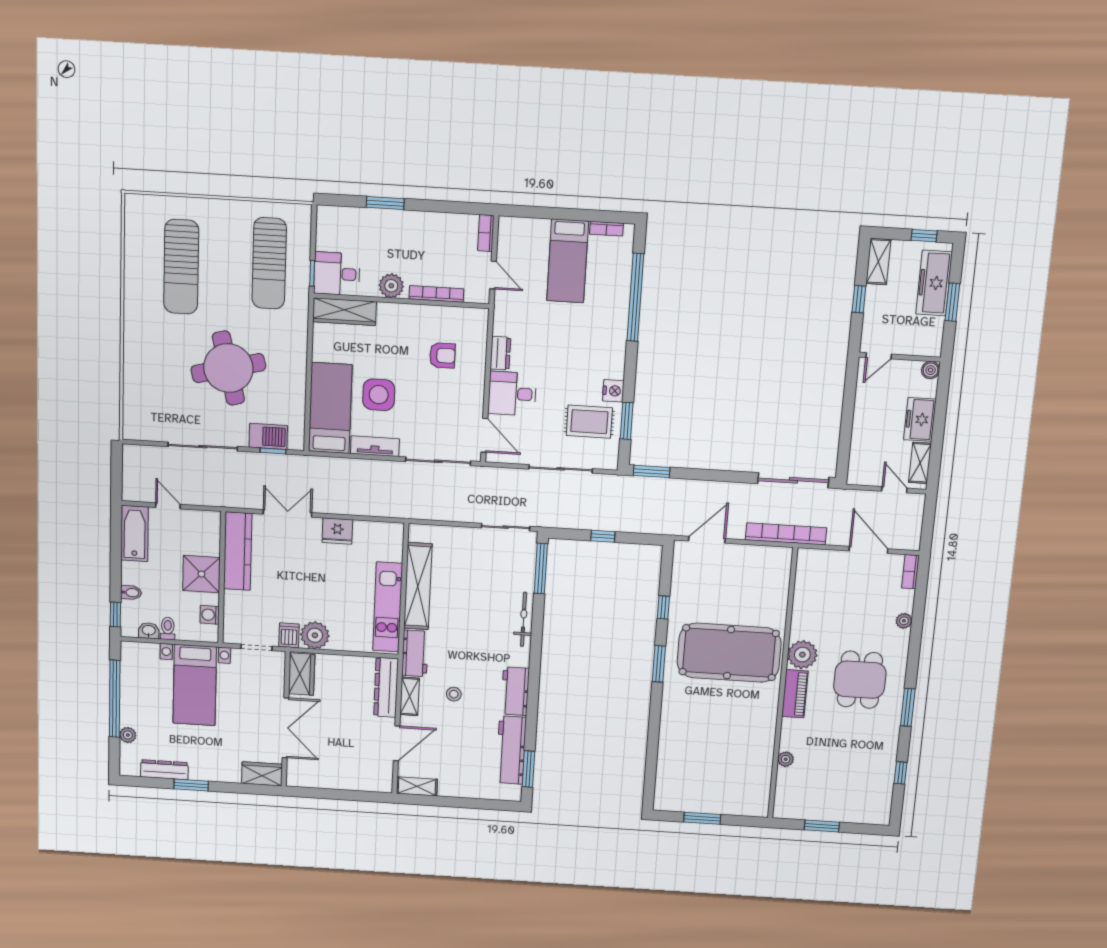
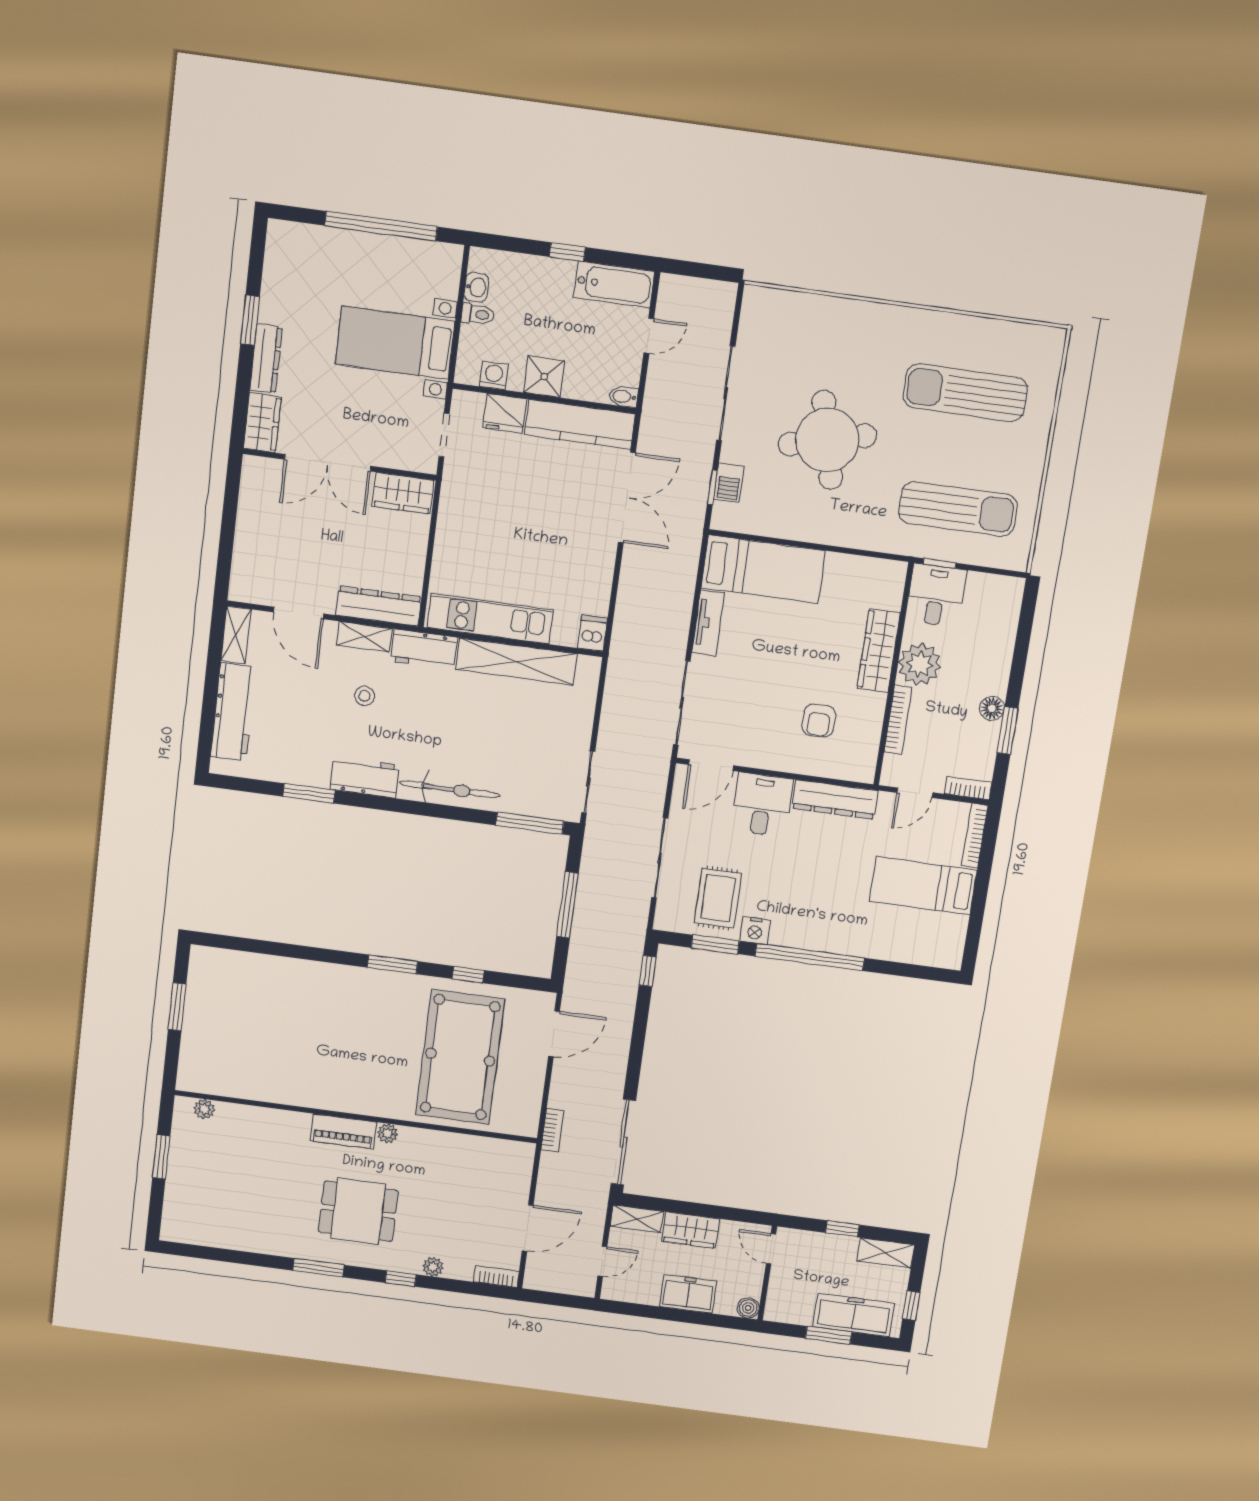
window: (385, 203) -> (1008, 730), moved
floor lamp: (421, 221) -> (992, 708), added
bookcase: (606, 229) -> (975, 836), moved, width x1.56
sun lounger: (269, 263) -> (958, 509), turned 180
plant: (391, 286) -> (919, 664), width x1.36, depth x1.36
window: (635, 297) -> (810, 957), moved
wardrobe: (344, 312) -> (879, 651), moved
dresser: (500, 353) -> (835, 799), width x1.96, depth x1.24
side table: (379, 395) -> (775, 634), removed
wardrobe: (865, 422) -> (691, 1230), added
barbecue: (268, 436) -> (729, 483), width x0.73, depth x0.79
shelving: (920, 463) -> (637, 1219), moved
window: (652, 471) -> (648, 971), width x0.67
double door: (287, 513) -> (627, 498), width x1.37
fridge: (337, 531) -> (505, 413), moved, turned -90
bookcase: (786, 534) -> (552, 1130), width x0.43, depth x0.76
window: (603, 536) -> (567, 905), width x2.17
door: (707, 540) -> (554, 1034), hinge flipped
shower: (201, 574) -> (544, 377), width x0.73, depth x0.73
bidet: (131, 593) -> (624, 397), moved, turned 90
window: (115, 614) -> (567, 252), moved
bicycle: (524, 619) -> (450, 789), width x1.37, depth x1.40
dishwasher: (289, 635) -> (592, 633), moved, turned -90
plant: (315, 635) -> (457, 517), removed
pool table: (729, 653) -> (460, 1057), moved
plant: (802, 655) -> (388, 1133), width x0.53, depth x0.53
plant: (128, 735) -> (327, 238), removed
workbench: (511, 750) -> (233, 712), moved, turned 90
plant: (786, 759) -> (204, 1109), moved
window: (528, 769) -> (309, 793), moved
dresser: (164, 770) -> (266, 359), moved
window: (901, 773) -> (401, 1279), moved

